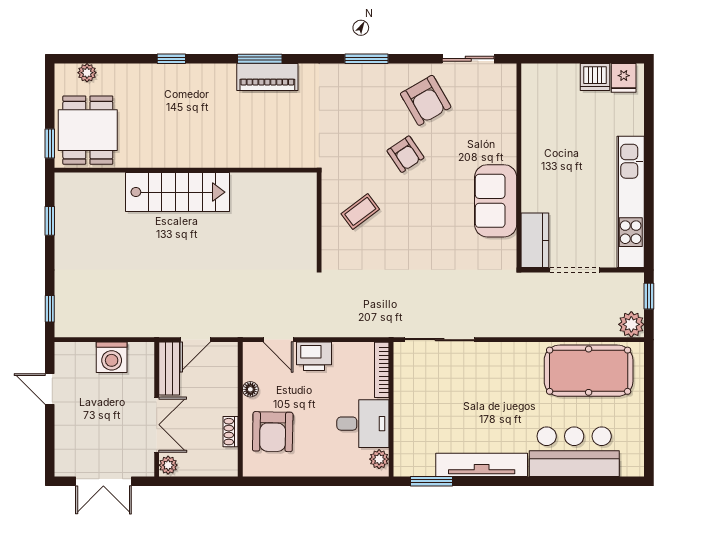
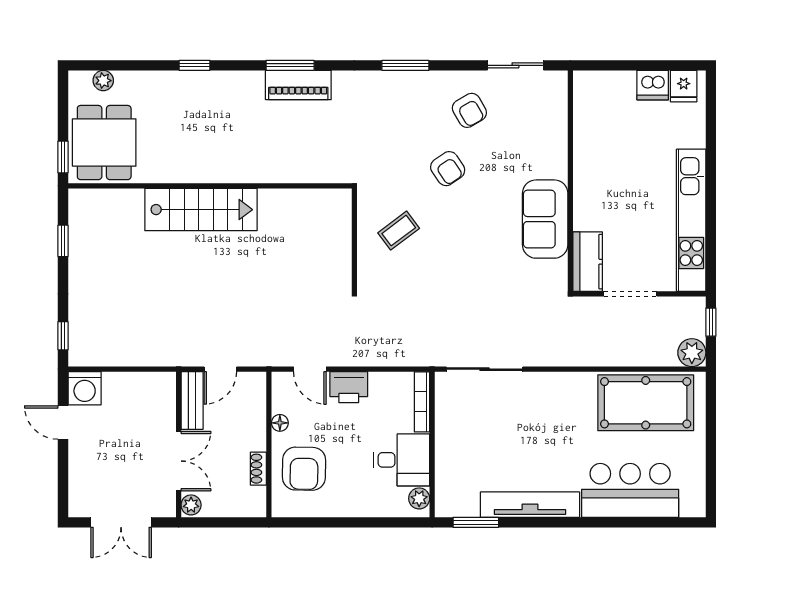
armchair: (426, 100) -> (469, 110), width x0.72, depth x0.72
washing machine: (112, 357) -> (85, 388), moved

